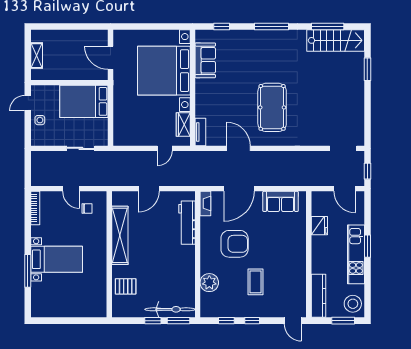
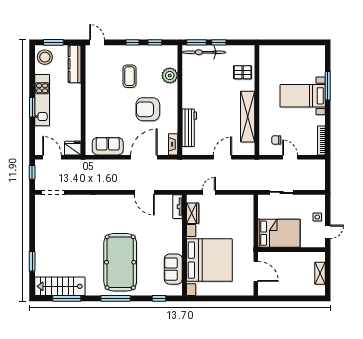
pool table: (272, 107) -> (120, 262), moved, width x1.36, depth x1.32
fridge: (319, 226) -> (73, 148), moved, turned 90

